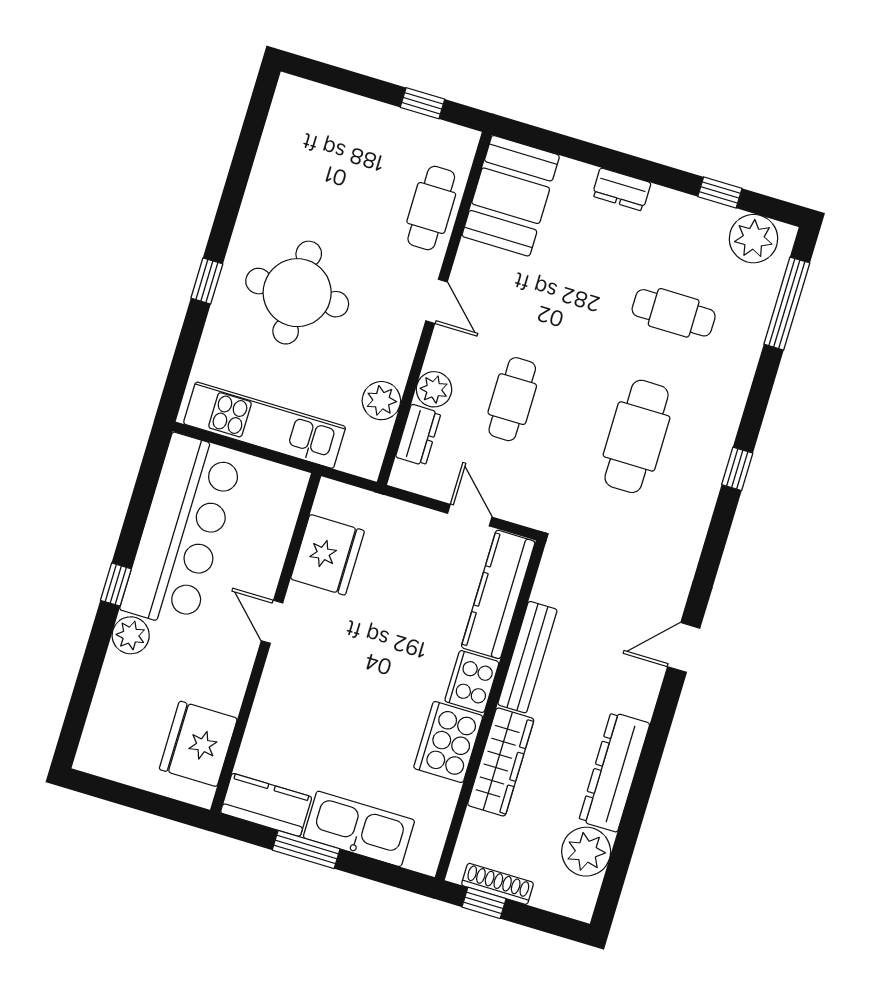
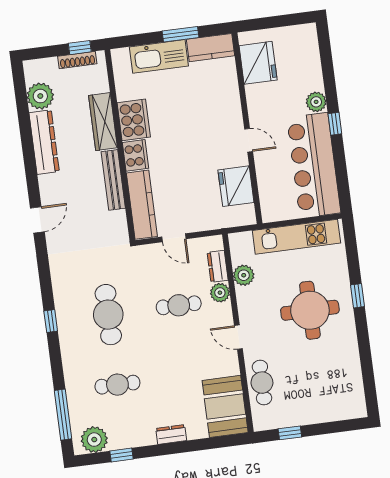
cafe table: (512, 399) -> (179, 305), turned 90

